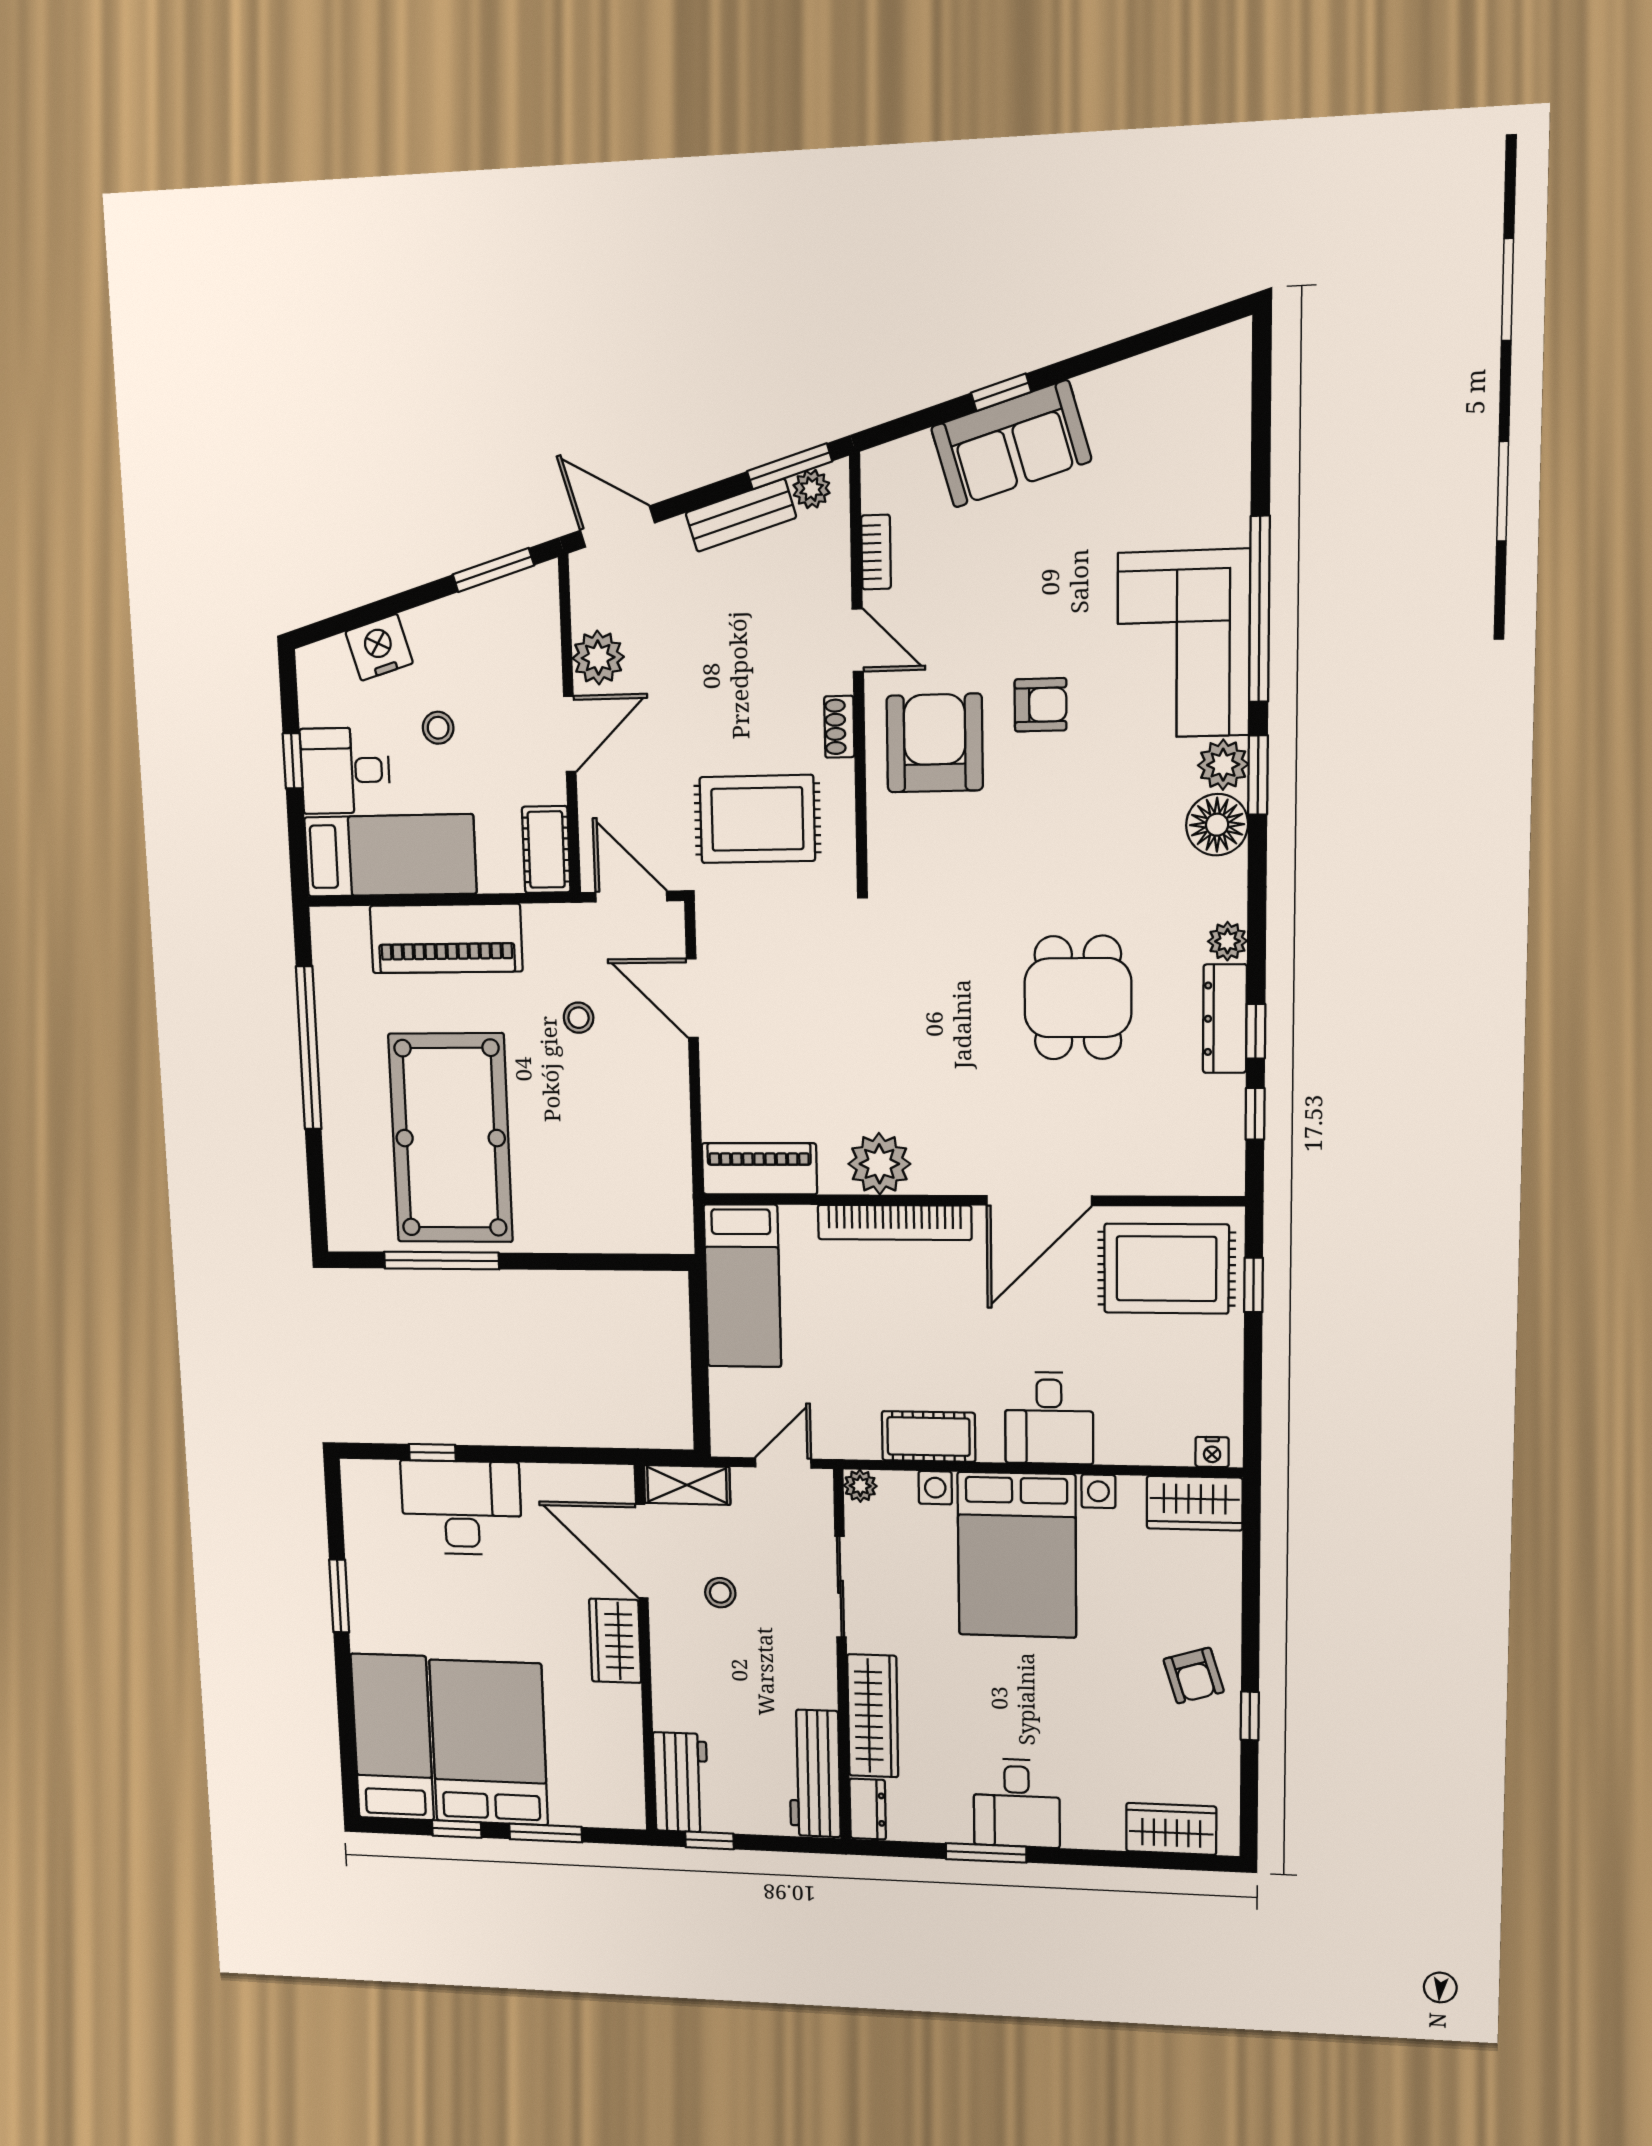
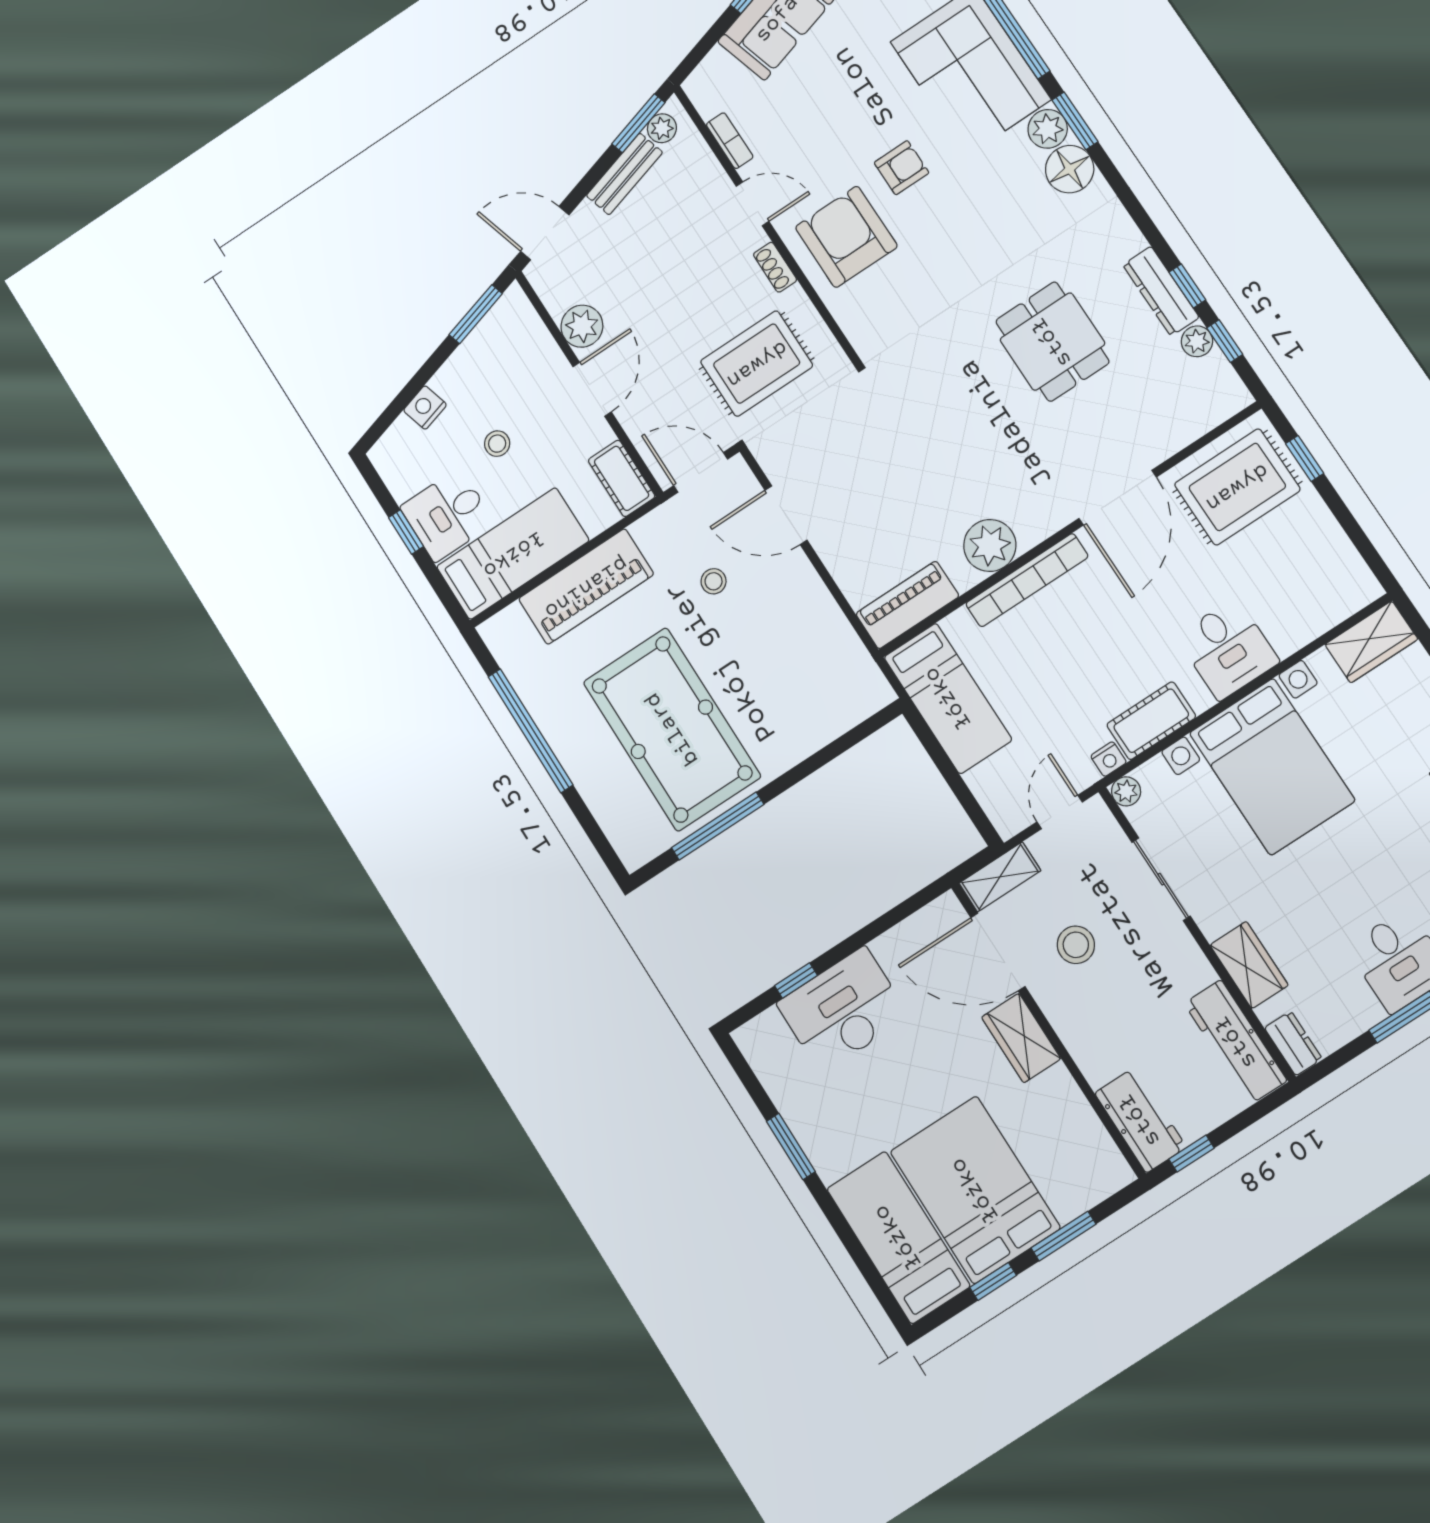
nightstand: (379, 647) -> (425, 408), width x0.74, depth x0.75
plant: (1227, 941) -> (1197, 341), moved
nightstand: (1212, 1452) -> (1109, 759), moved
stool: (720, 1593) -> (1076, 945), width x1.37, depth x1.37
wardrobe: (873, 1716) -> (1249, 965), width x0.67

